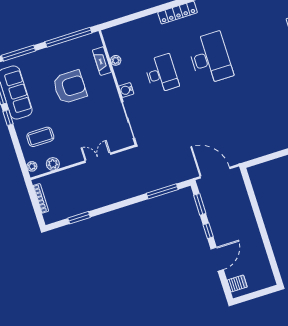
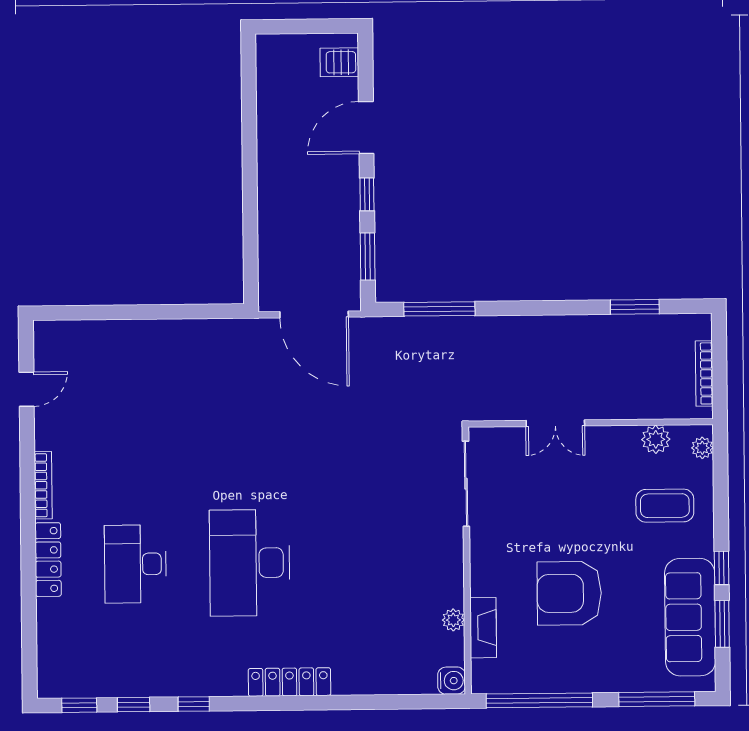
desk: (161, 74) -> (135, 564), moved
water cooler: (126, 90) -> (452, 681), moved

